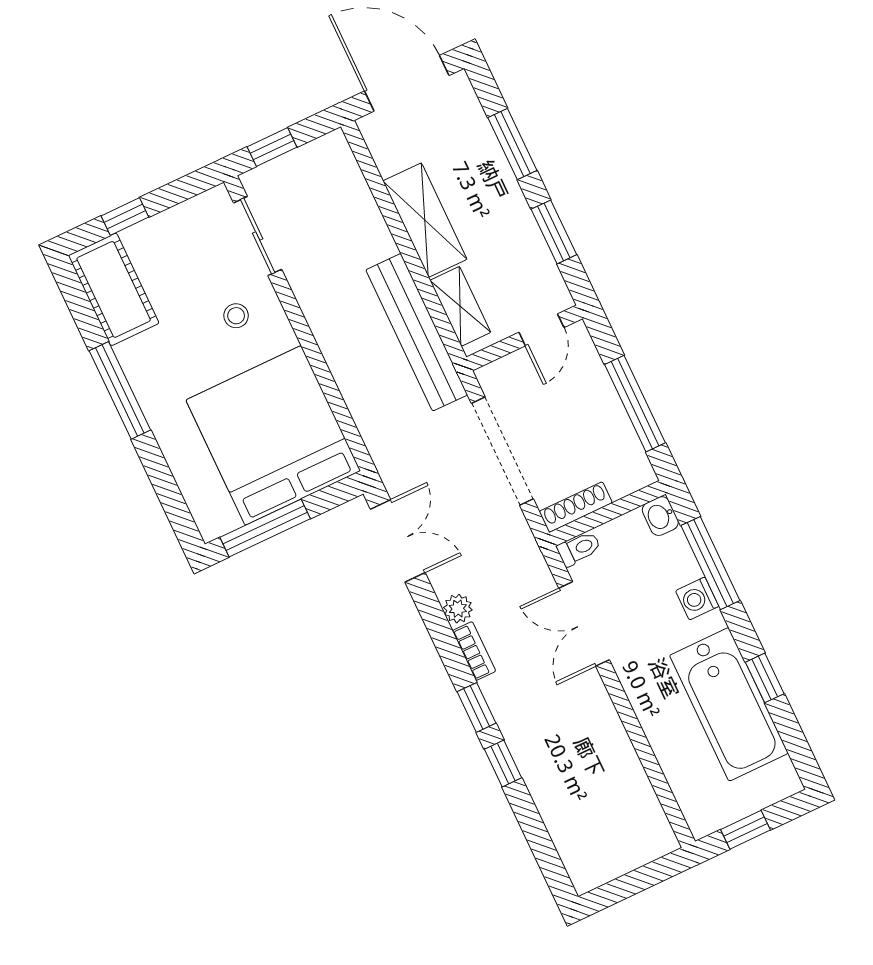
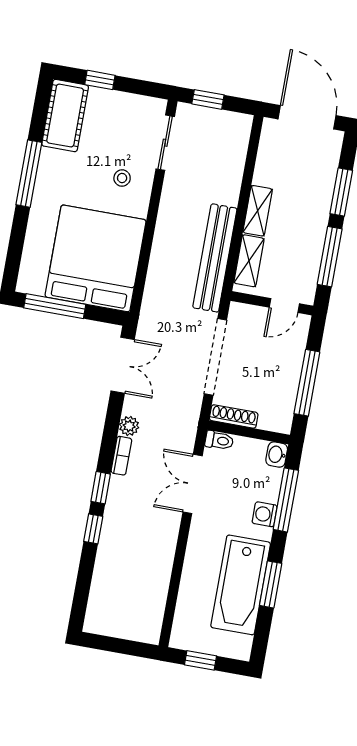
shelving: (425, 220) -> (258, 211), width x0.67, depth x0.75
window: (554, 232) -> (330, 257), width x1.44
window: (765, 678) -> (271, 584), width x1.50

